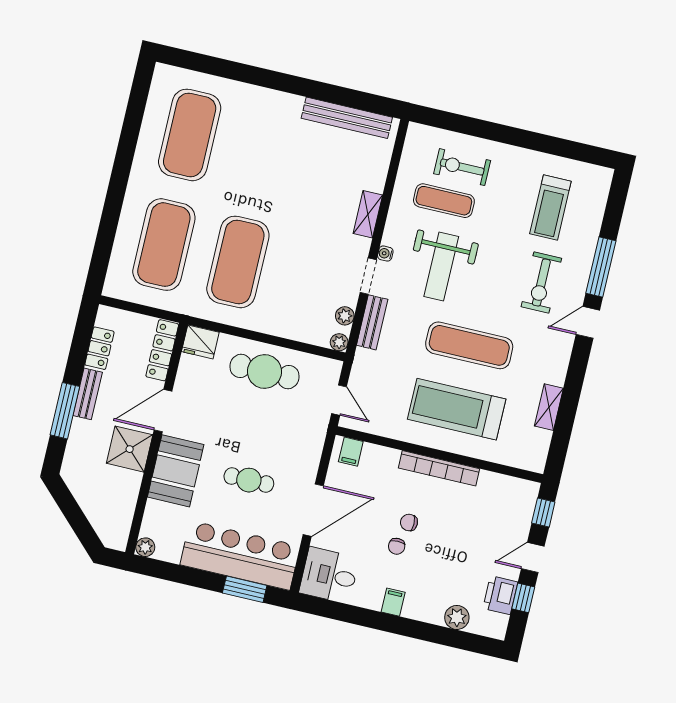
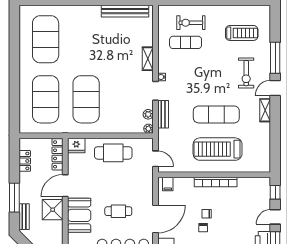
treadmill: (550, 208) -> (242, 33), turned -90
weight bench: (441, 266) -> (192, 77), removed
bench: (88, 394) -> (24, 217), moved
shelving: (549, 407) -> (265, 110), moved

